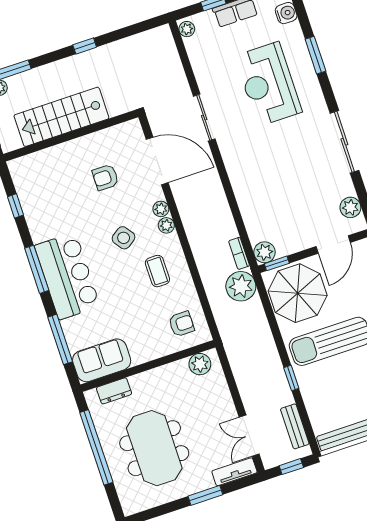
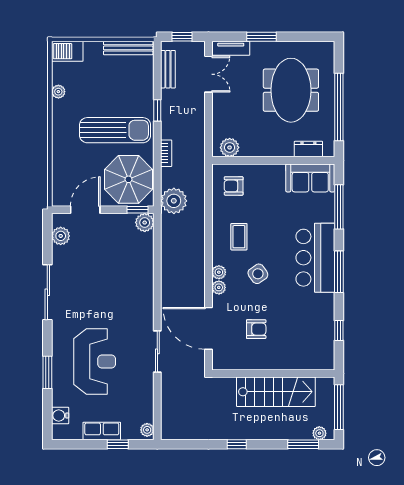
bookcase: (239, 253) -> (166, 153), moved

